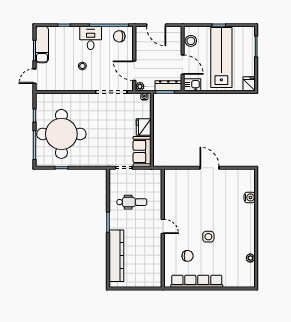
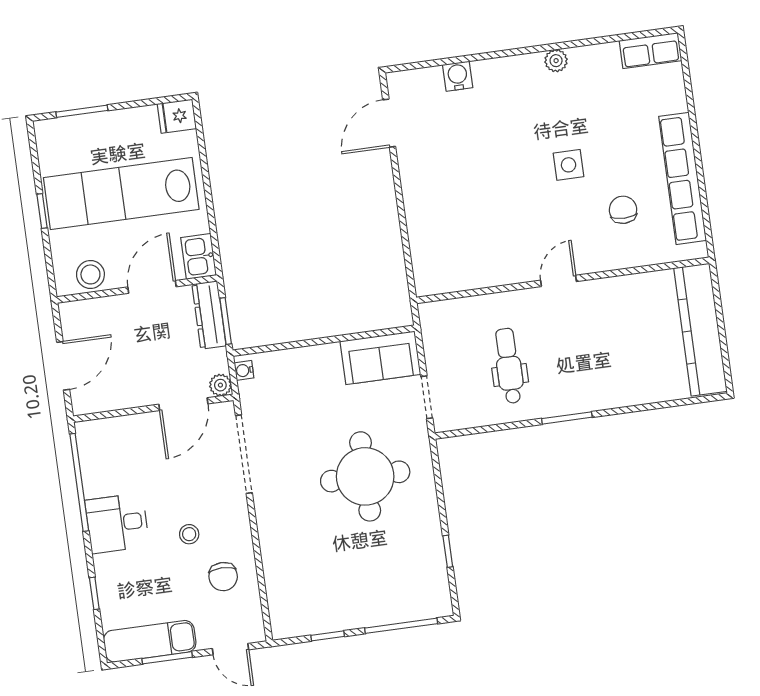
chair: (119, 36) -> (223, 577), moved
fridge: (144, 127) -> (319, 362), removed
round table: (61, 134) -> (365, 476), moved, width x0.73, depth x0.73
door: (210, 168) -> (389, 123), moved
kitchen counter: (116, 256) -> (700, 330), moved, turned -90
plant: (250, 258) -> (556, 61), moved
row of seats: (249, 275) -> (650, 51), added

